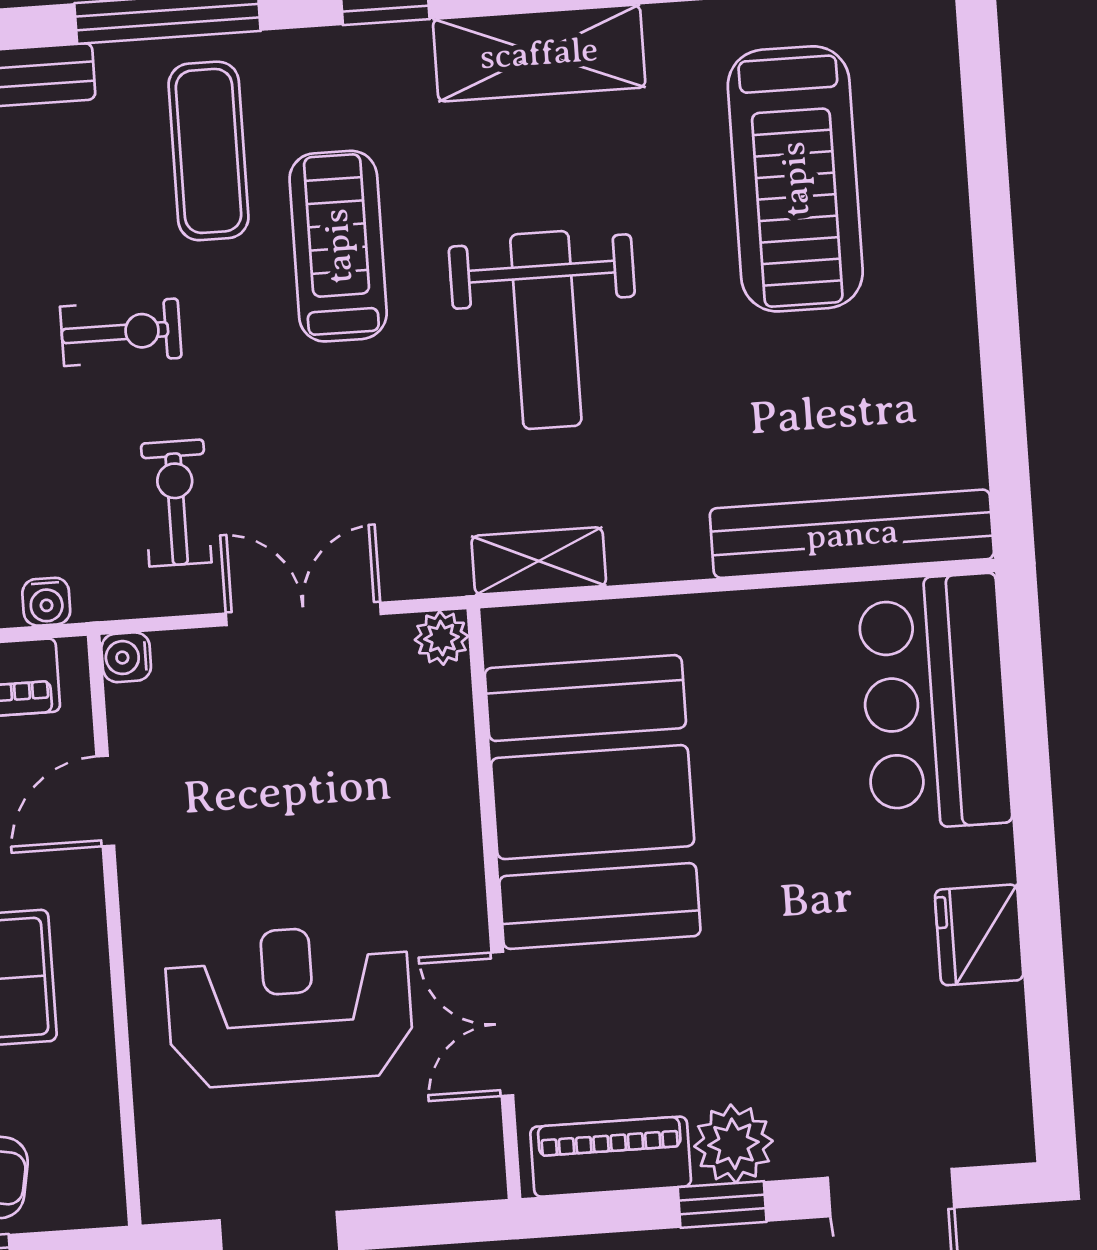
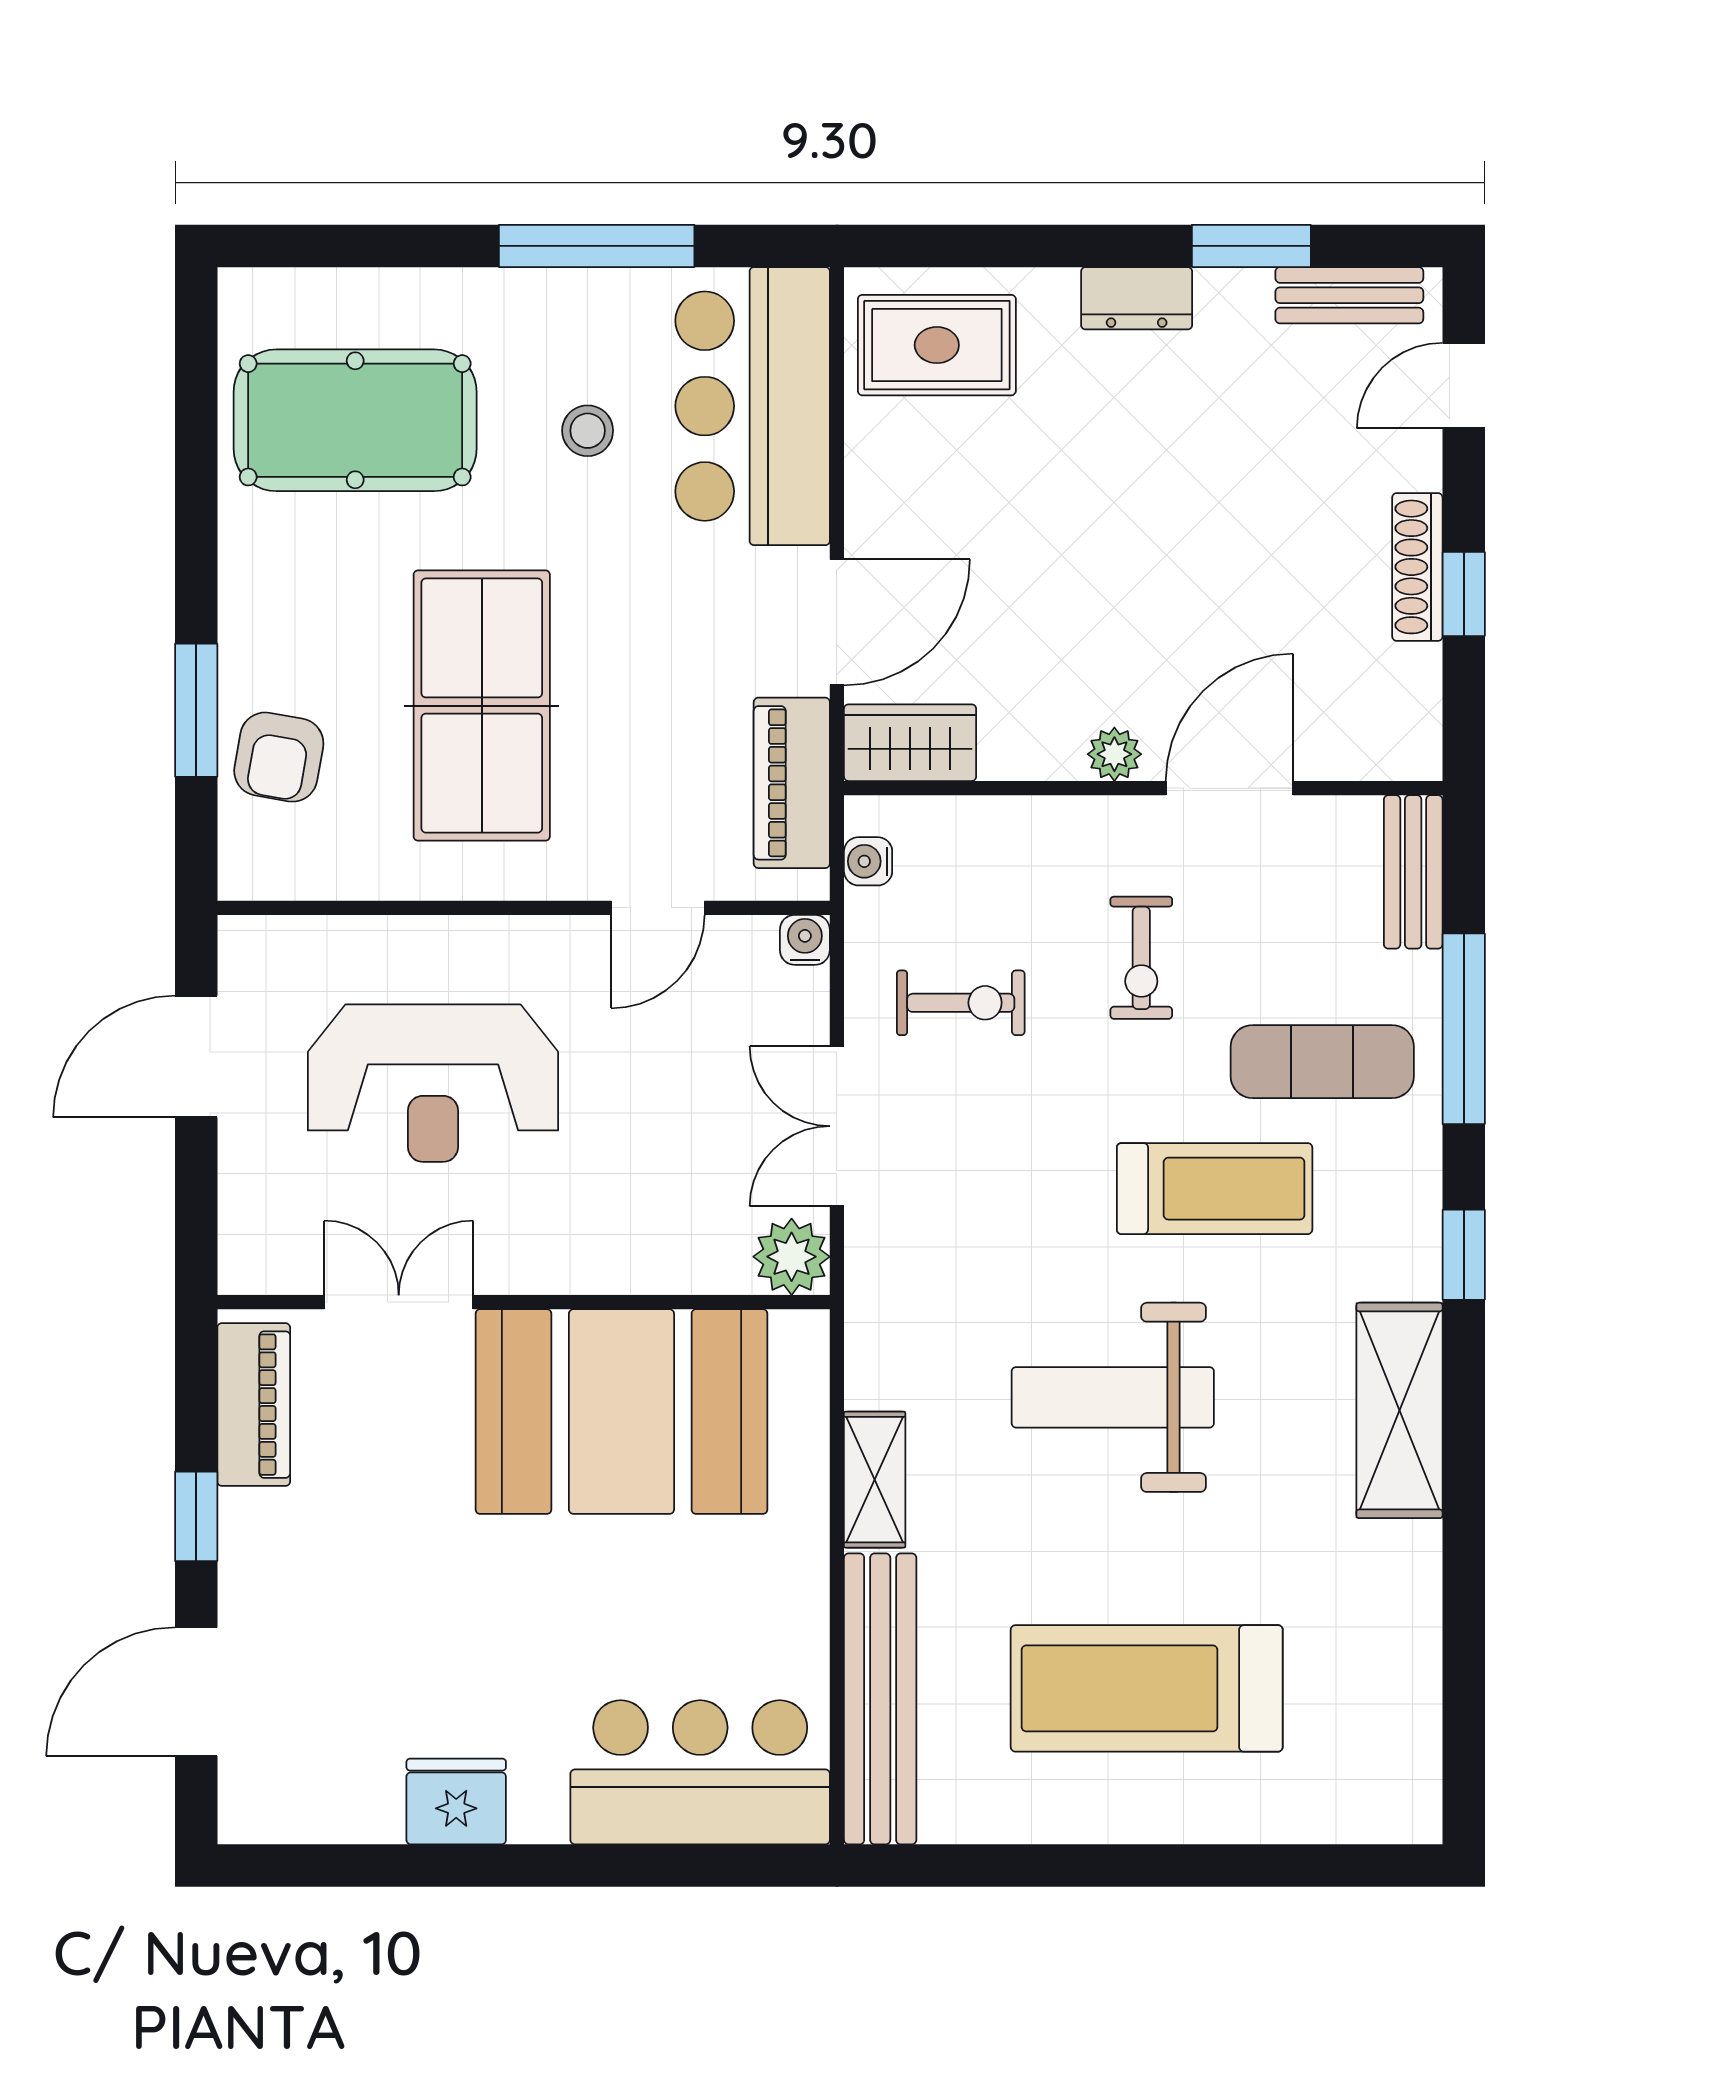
treadmill: (795, 179) -> (1147, 1688), moved
shelving: (539, 561) -> (875, 1480), moved
double door: (303, 614) -> (837, 1126), swing flipped
plant: (442, 638) -> (792, 1257), width x1.38, depth x1.38
door: (105, 801) -> (658, 908), swing flipped
reception desk: (289, 1006) -> (433, 1083), turned 90
plant: (733, 1144) -> (258, 1532), removed

